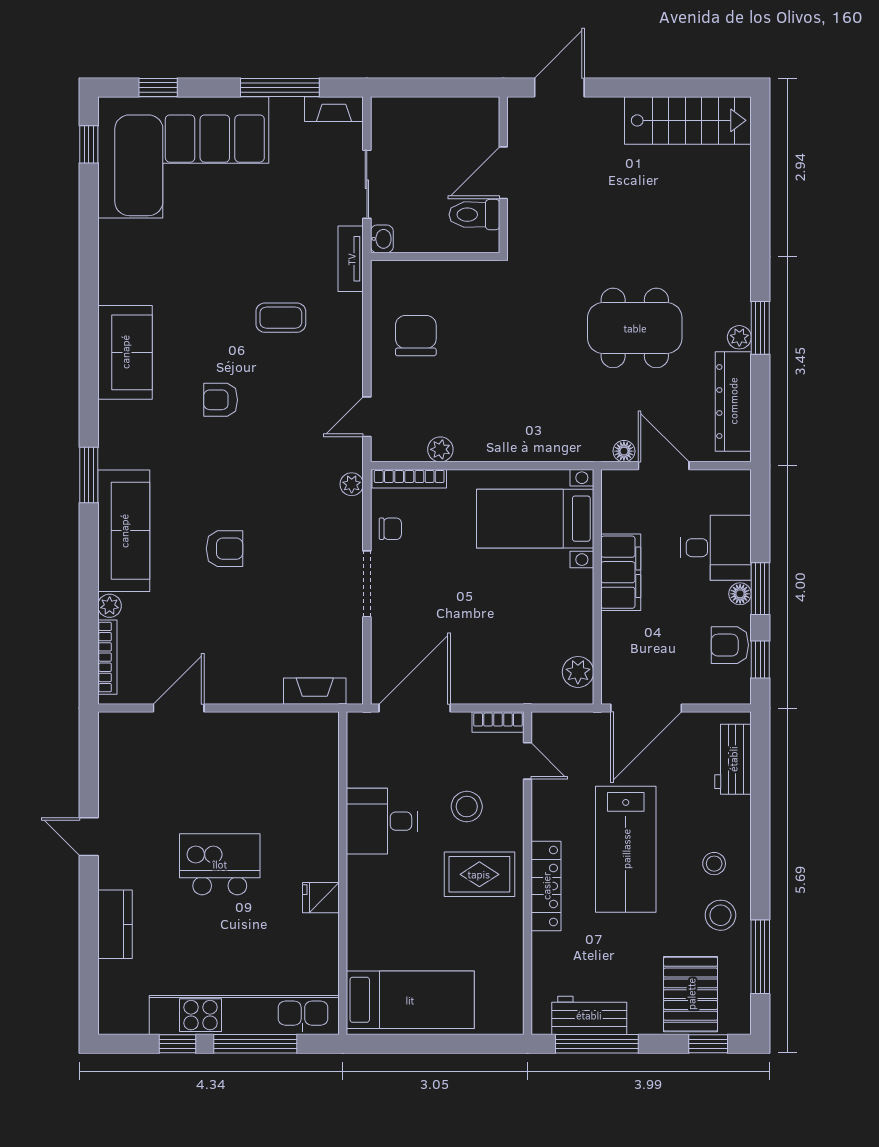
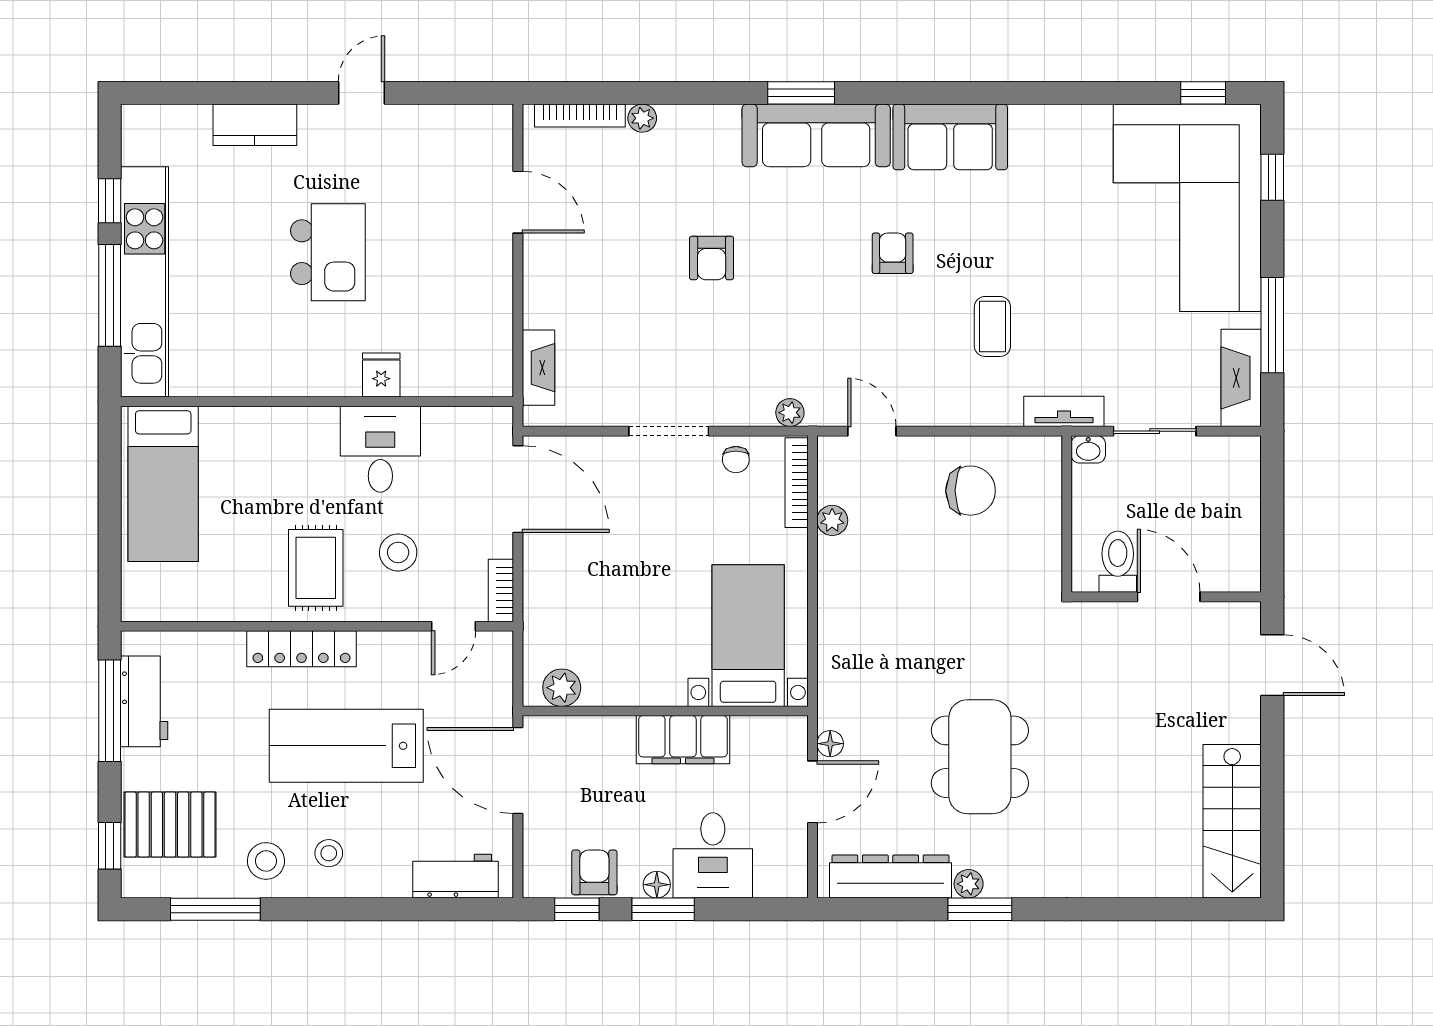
fireplace: (334, 109) -> (1241, 378), width x1.37, depth x1.32
sofa: (124, 531) -> (816, 135), moved
fridge: (321, 898) -> (381, 375), moved

